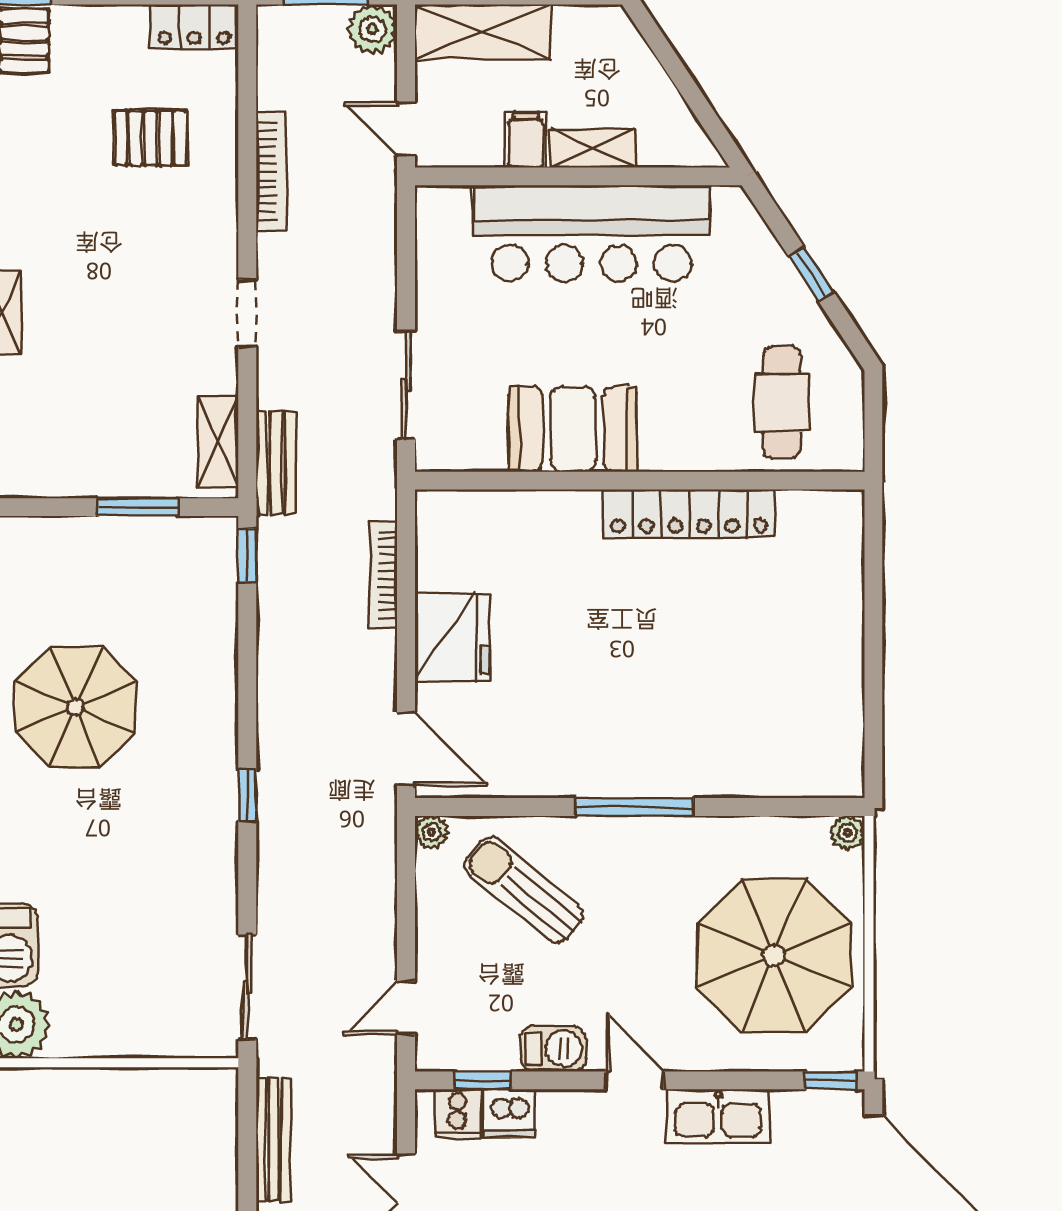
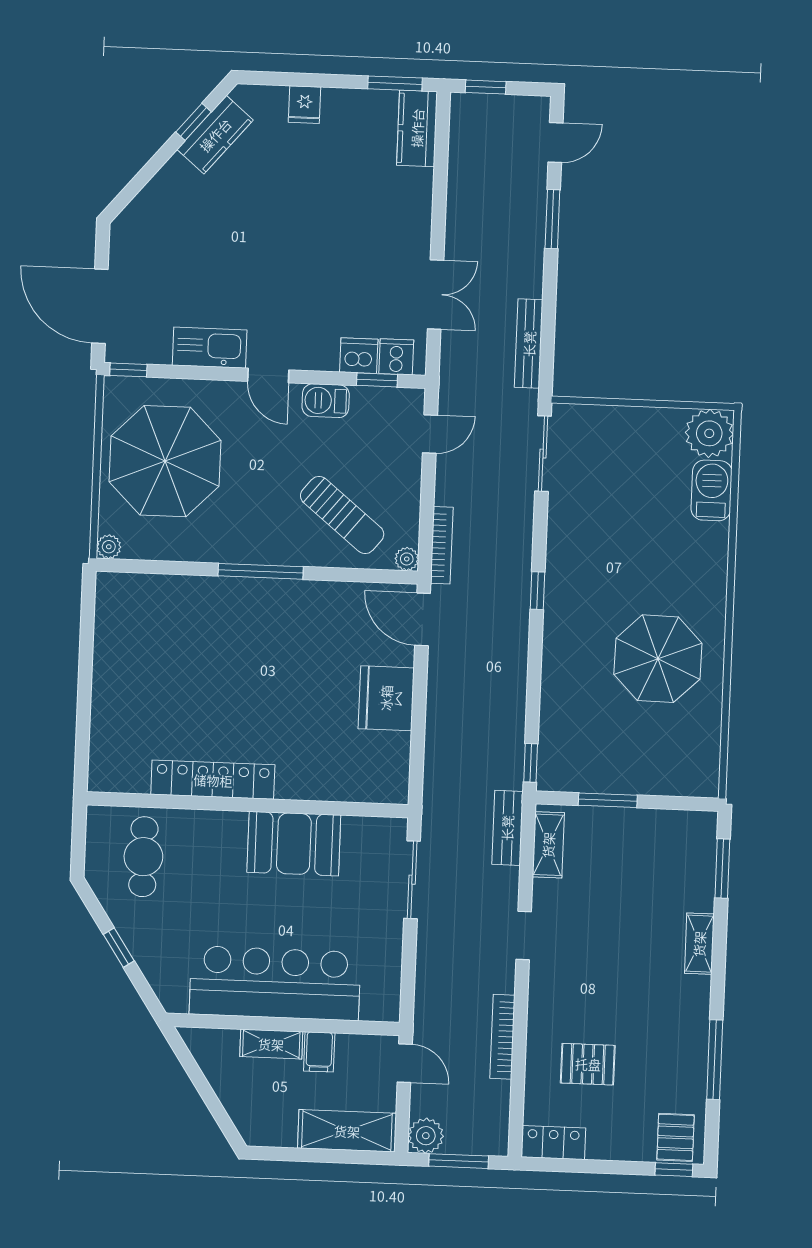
bookcase: (383, 575) -> (442, 545), moved

